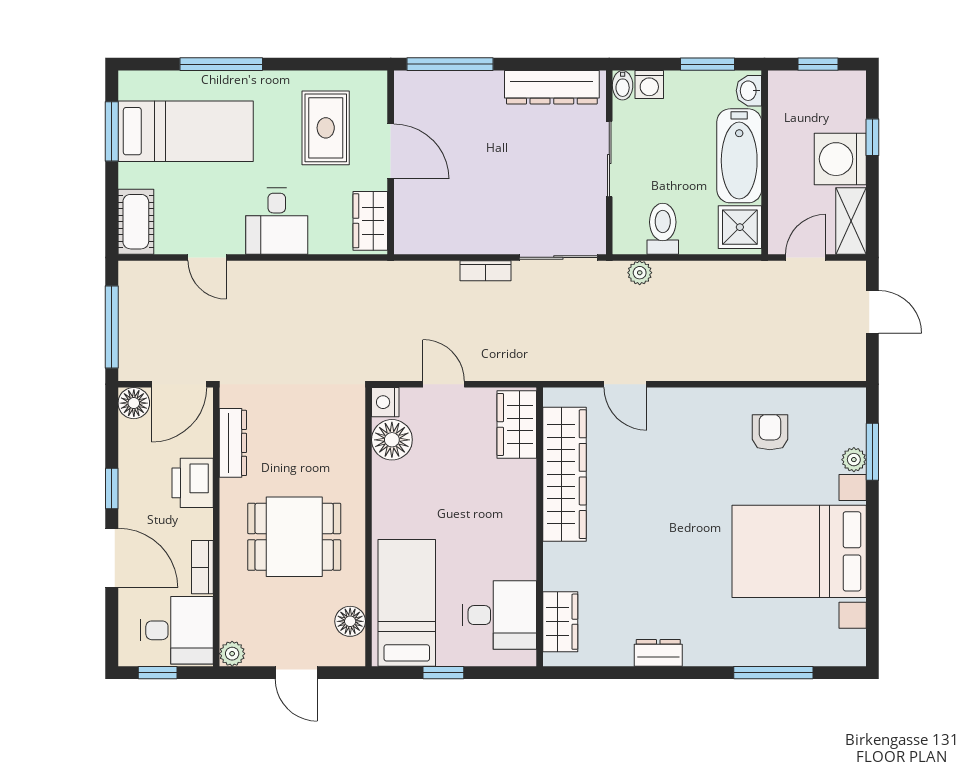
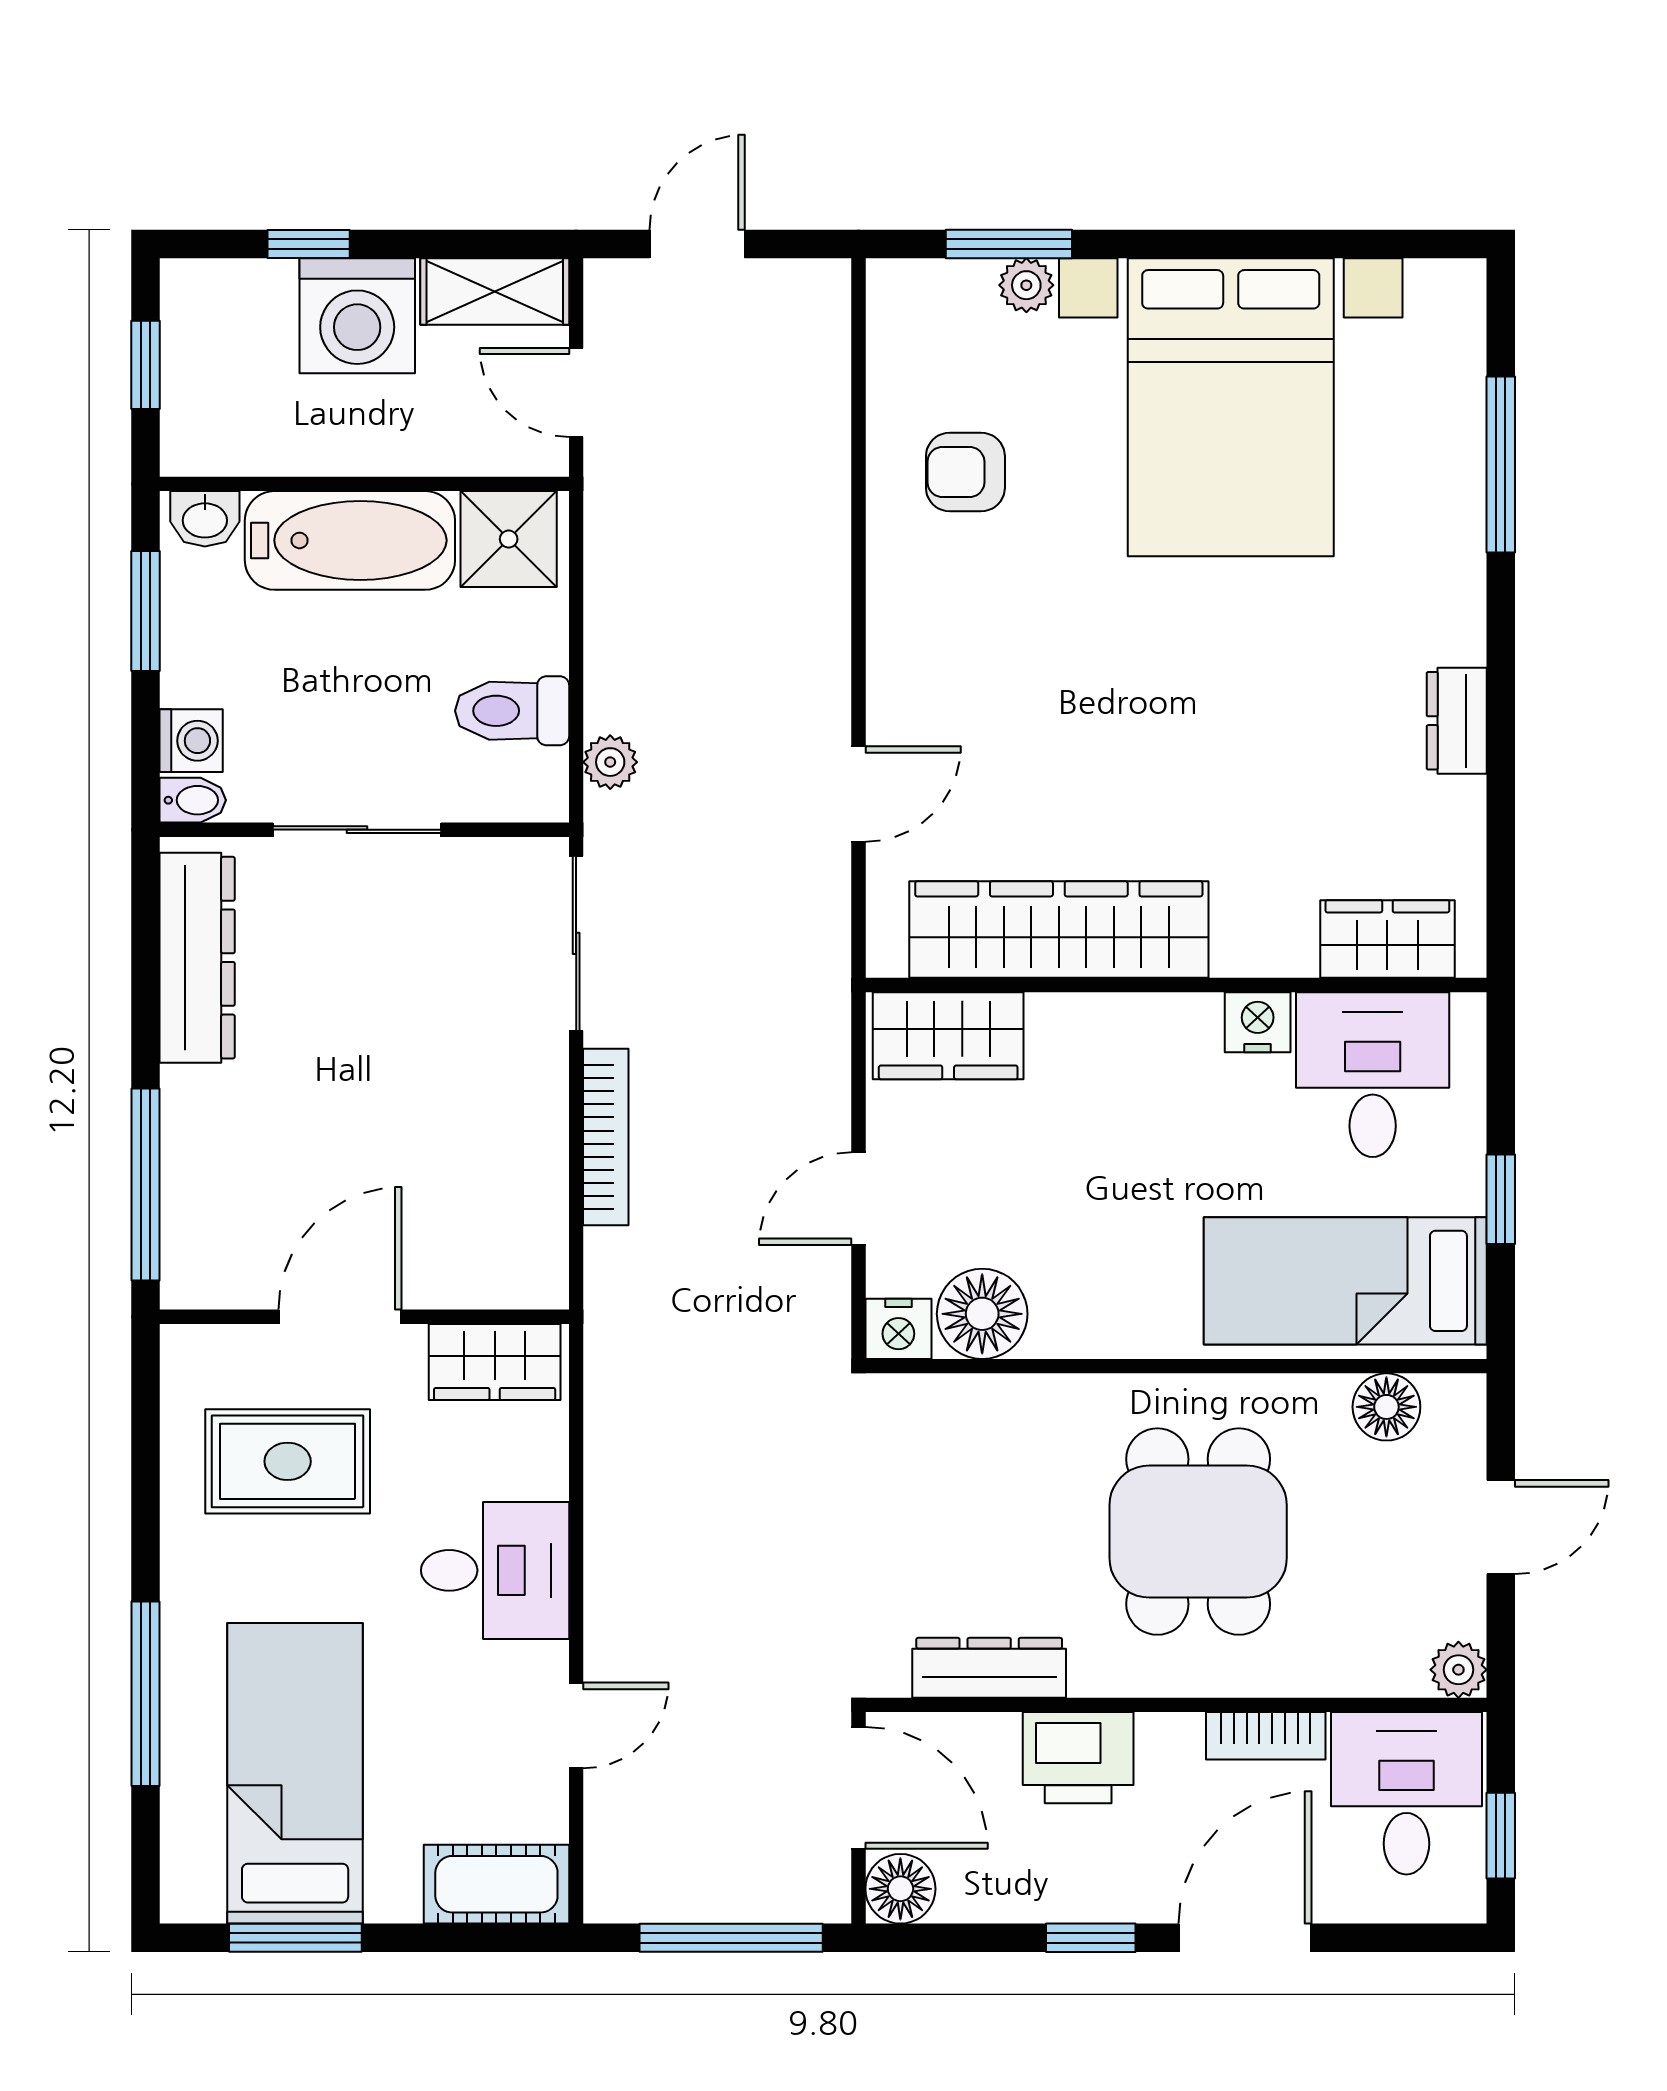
bookcase: (486, 271) -> (606, 1137), width x1.56
nightstand: (523, 563) -> (1258, 1022), added

